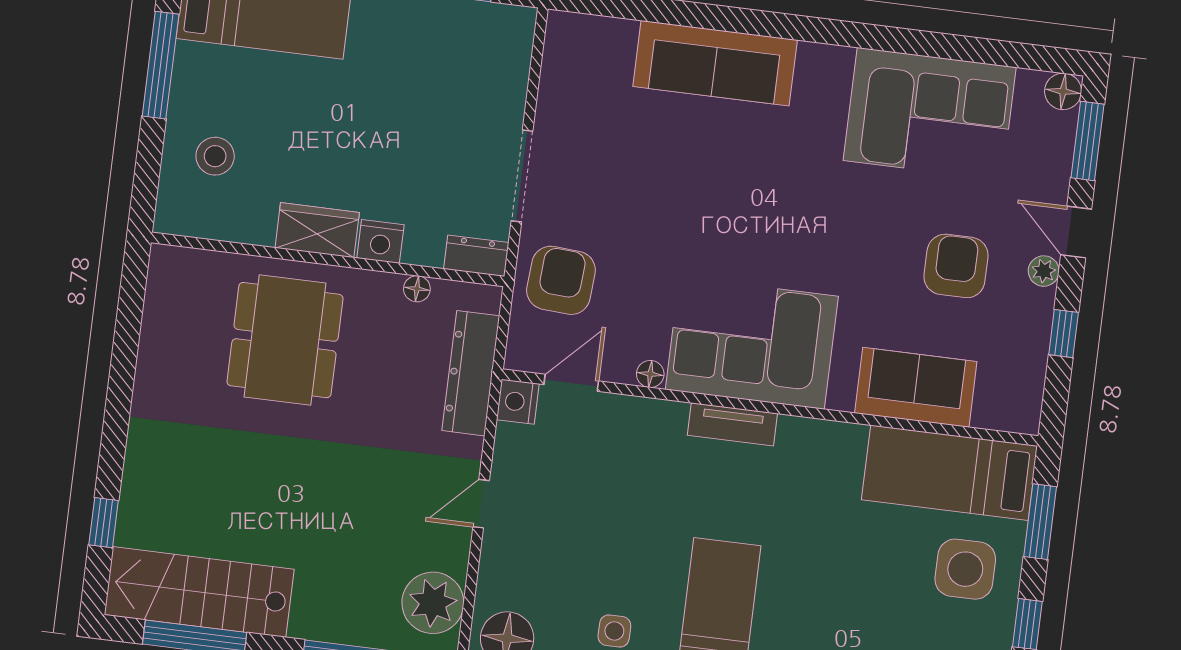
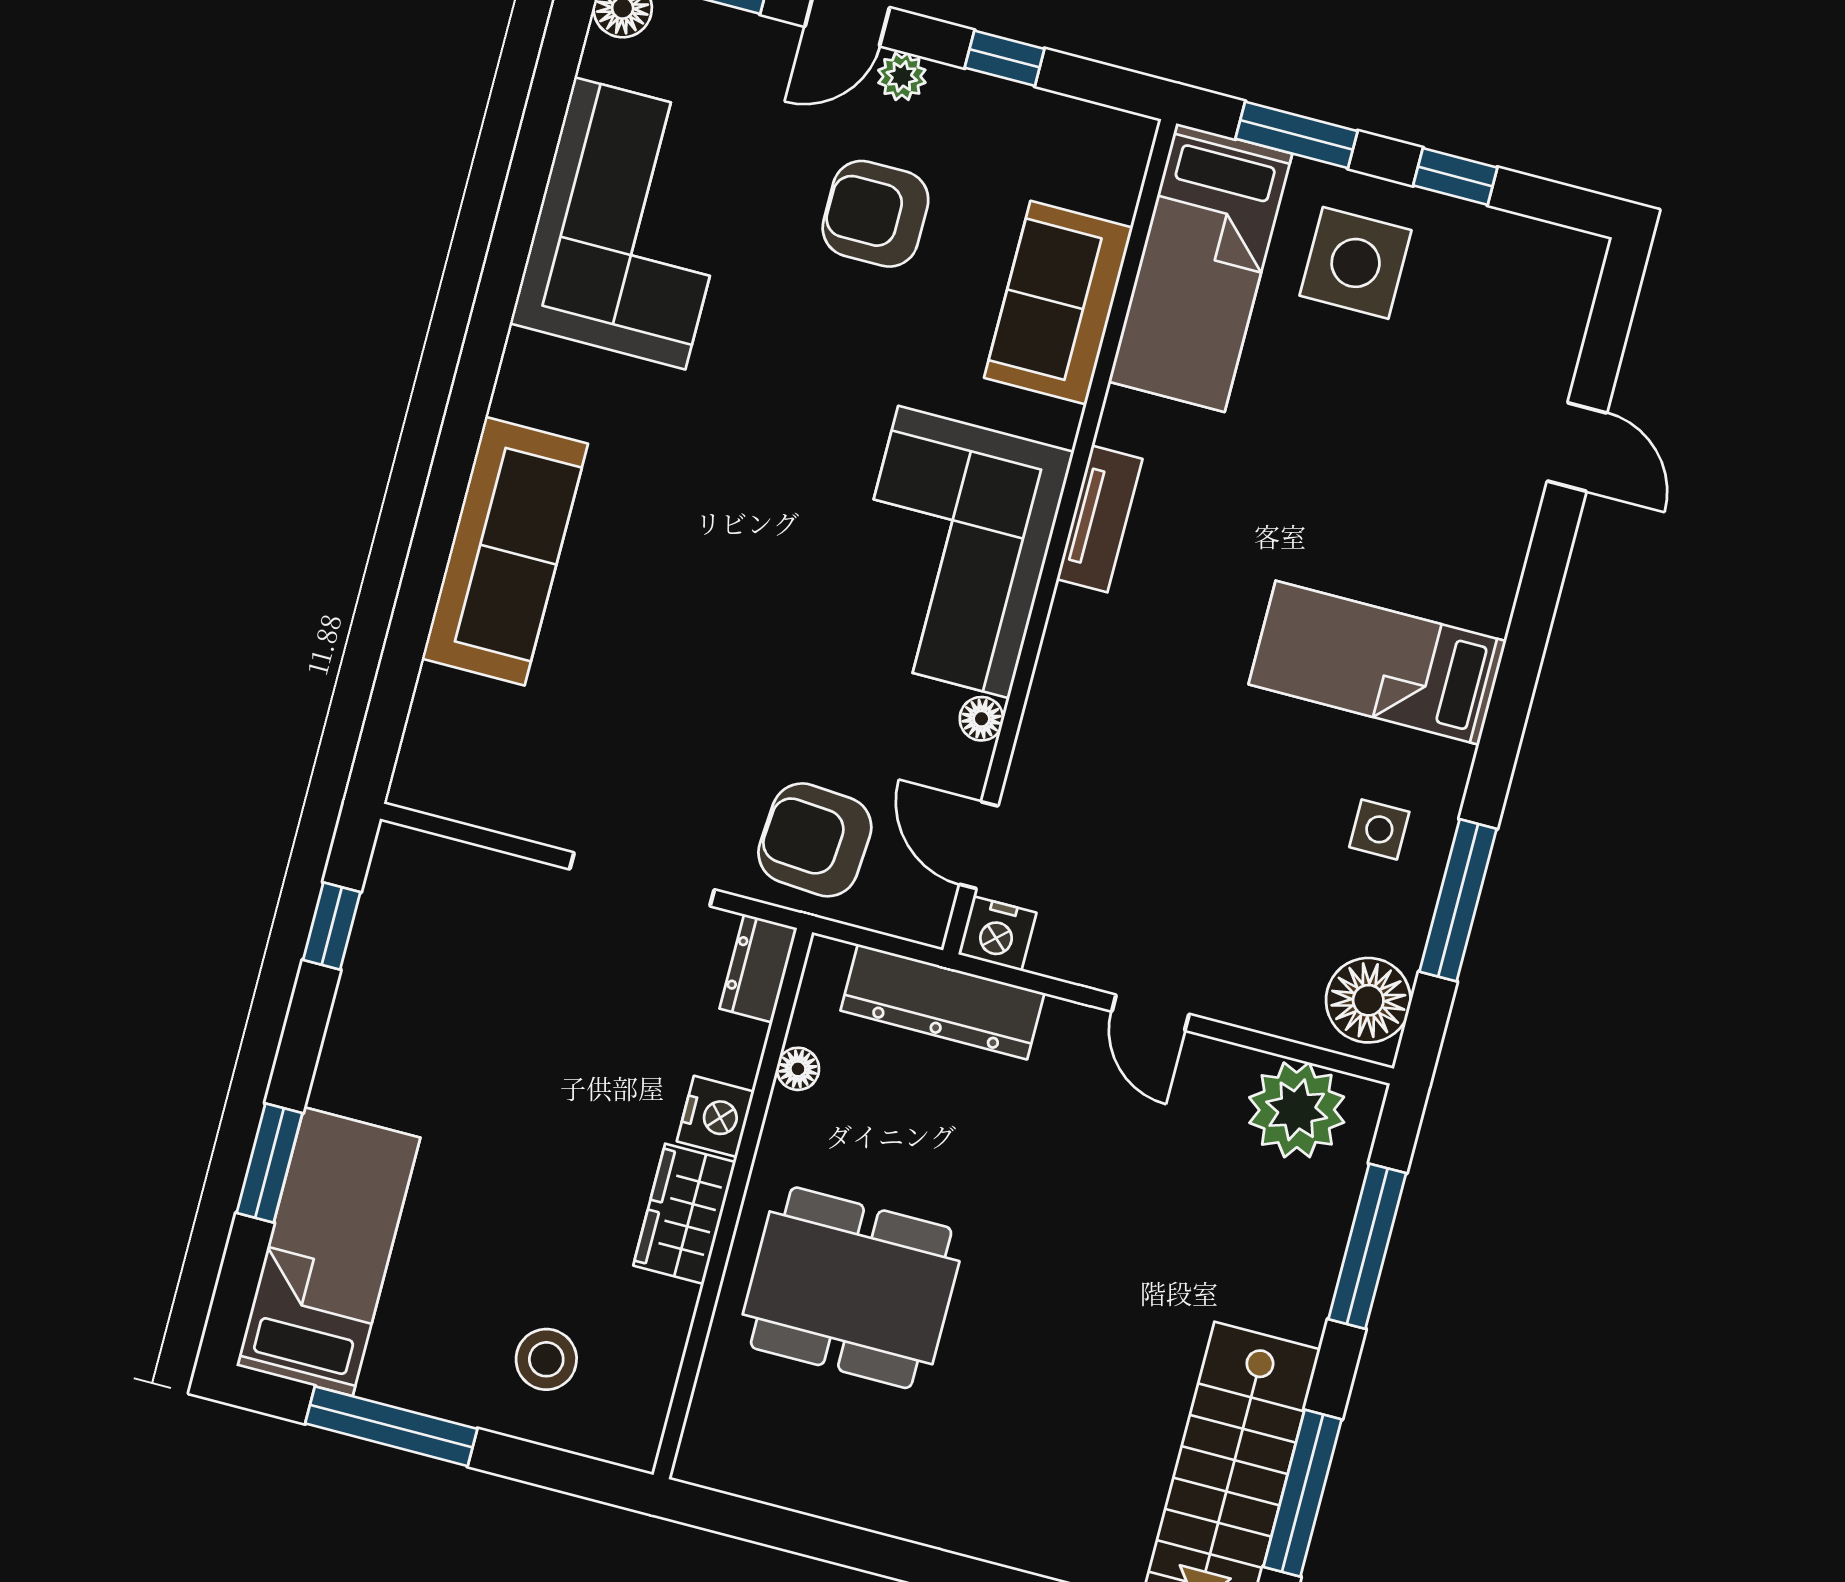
tv unit: (732, 424) -> (1099, 519), moved

